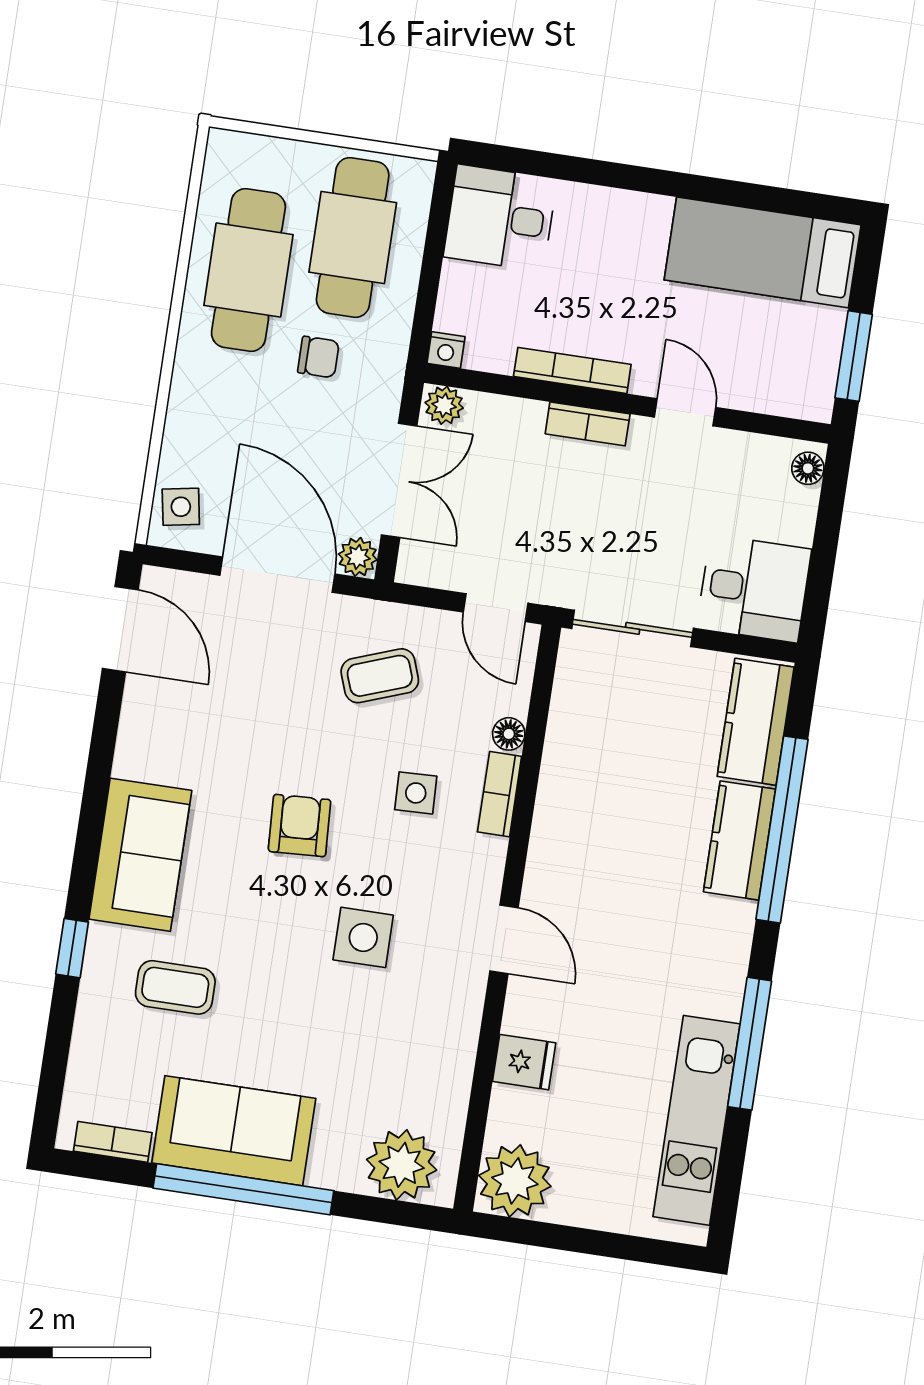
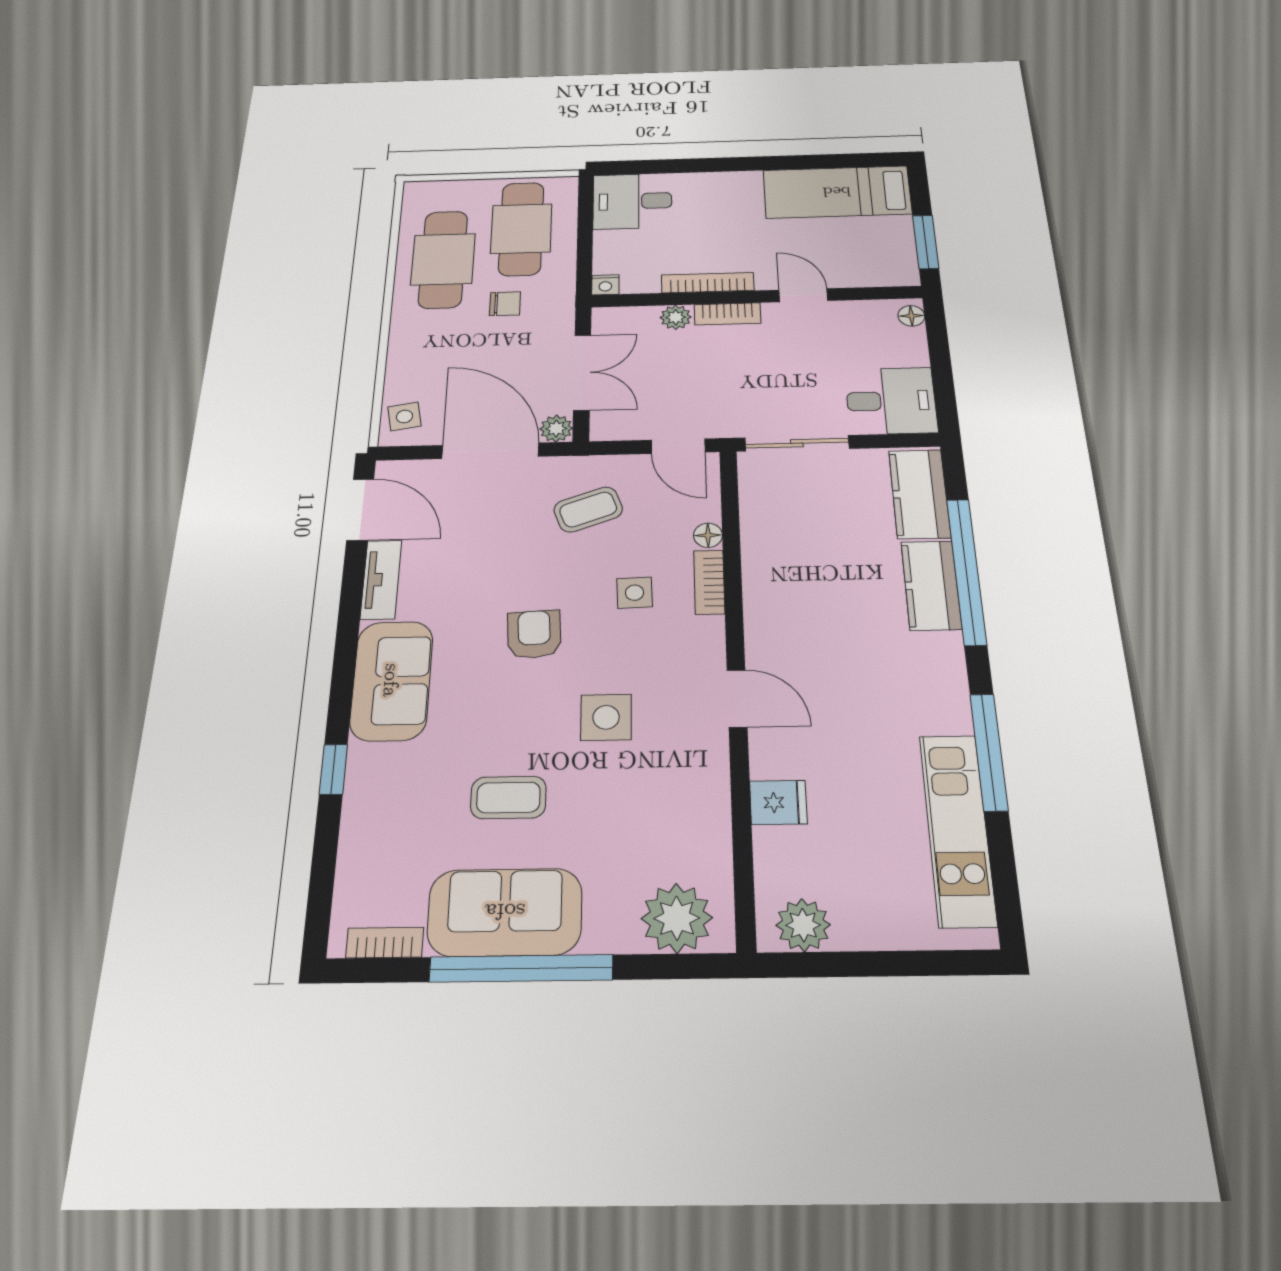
plant: (444, 405) -> (676, 317), moved
tv unit: (138, 727) -> (381, 580), added
coffee table: (175, 987) -> (508, 797), moved
plant: (515, 1181) -> (803, 925), width x0.73, depth x0.73

